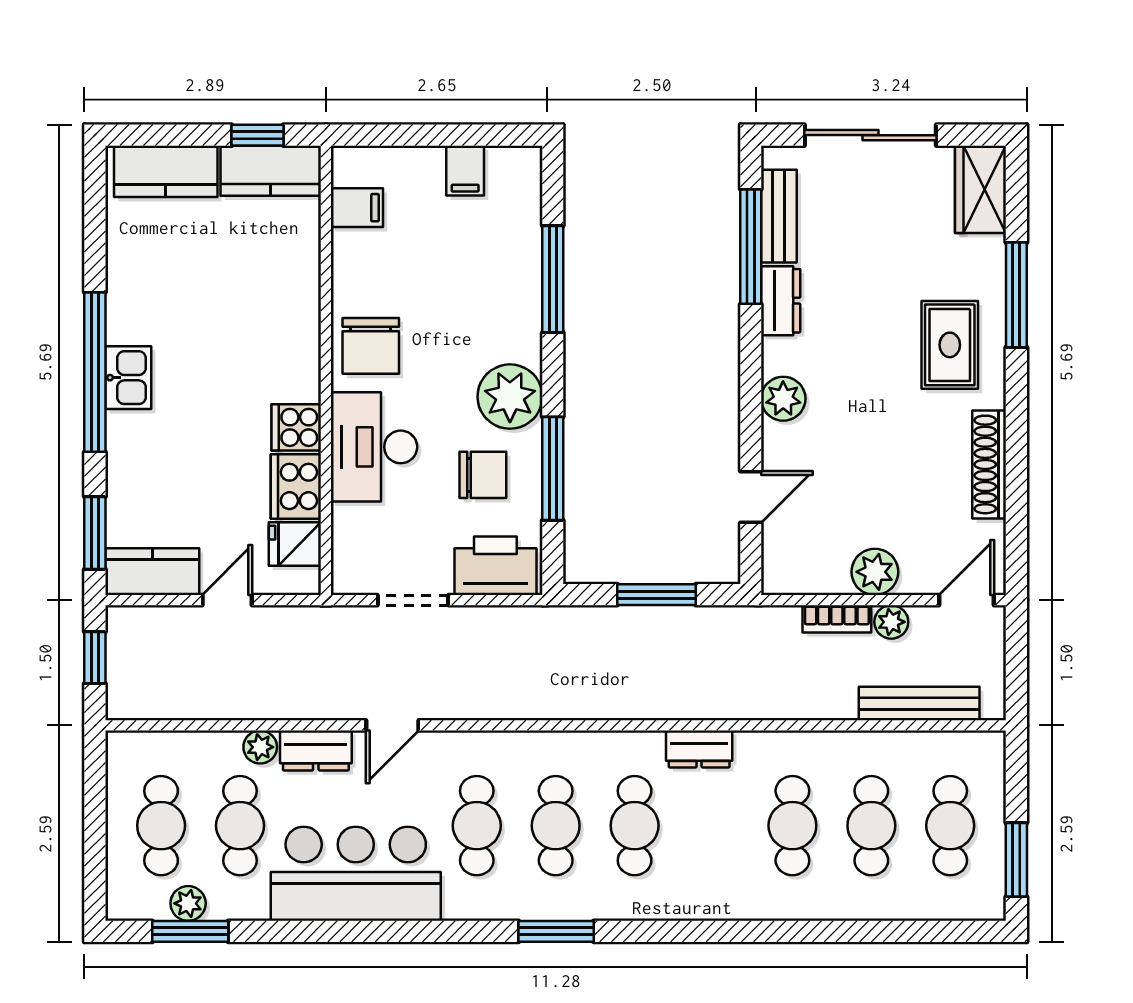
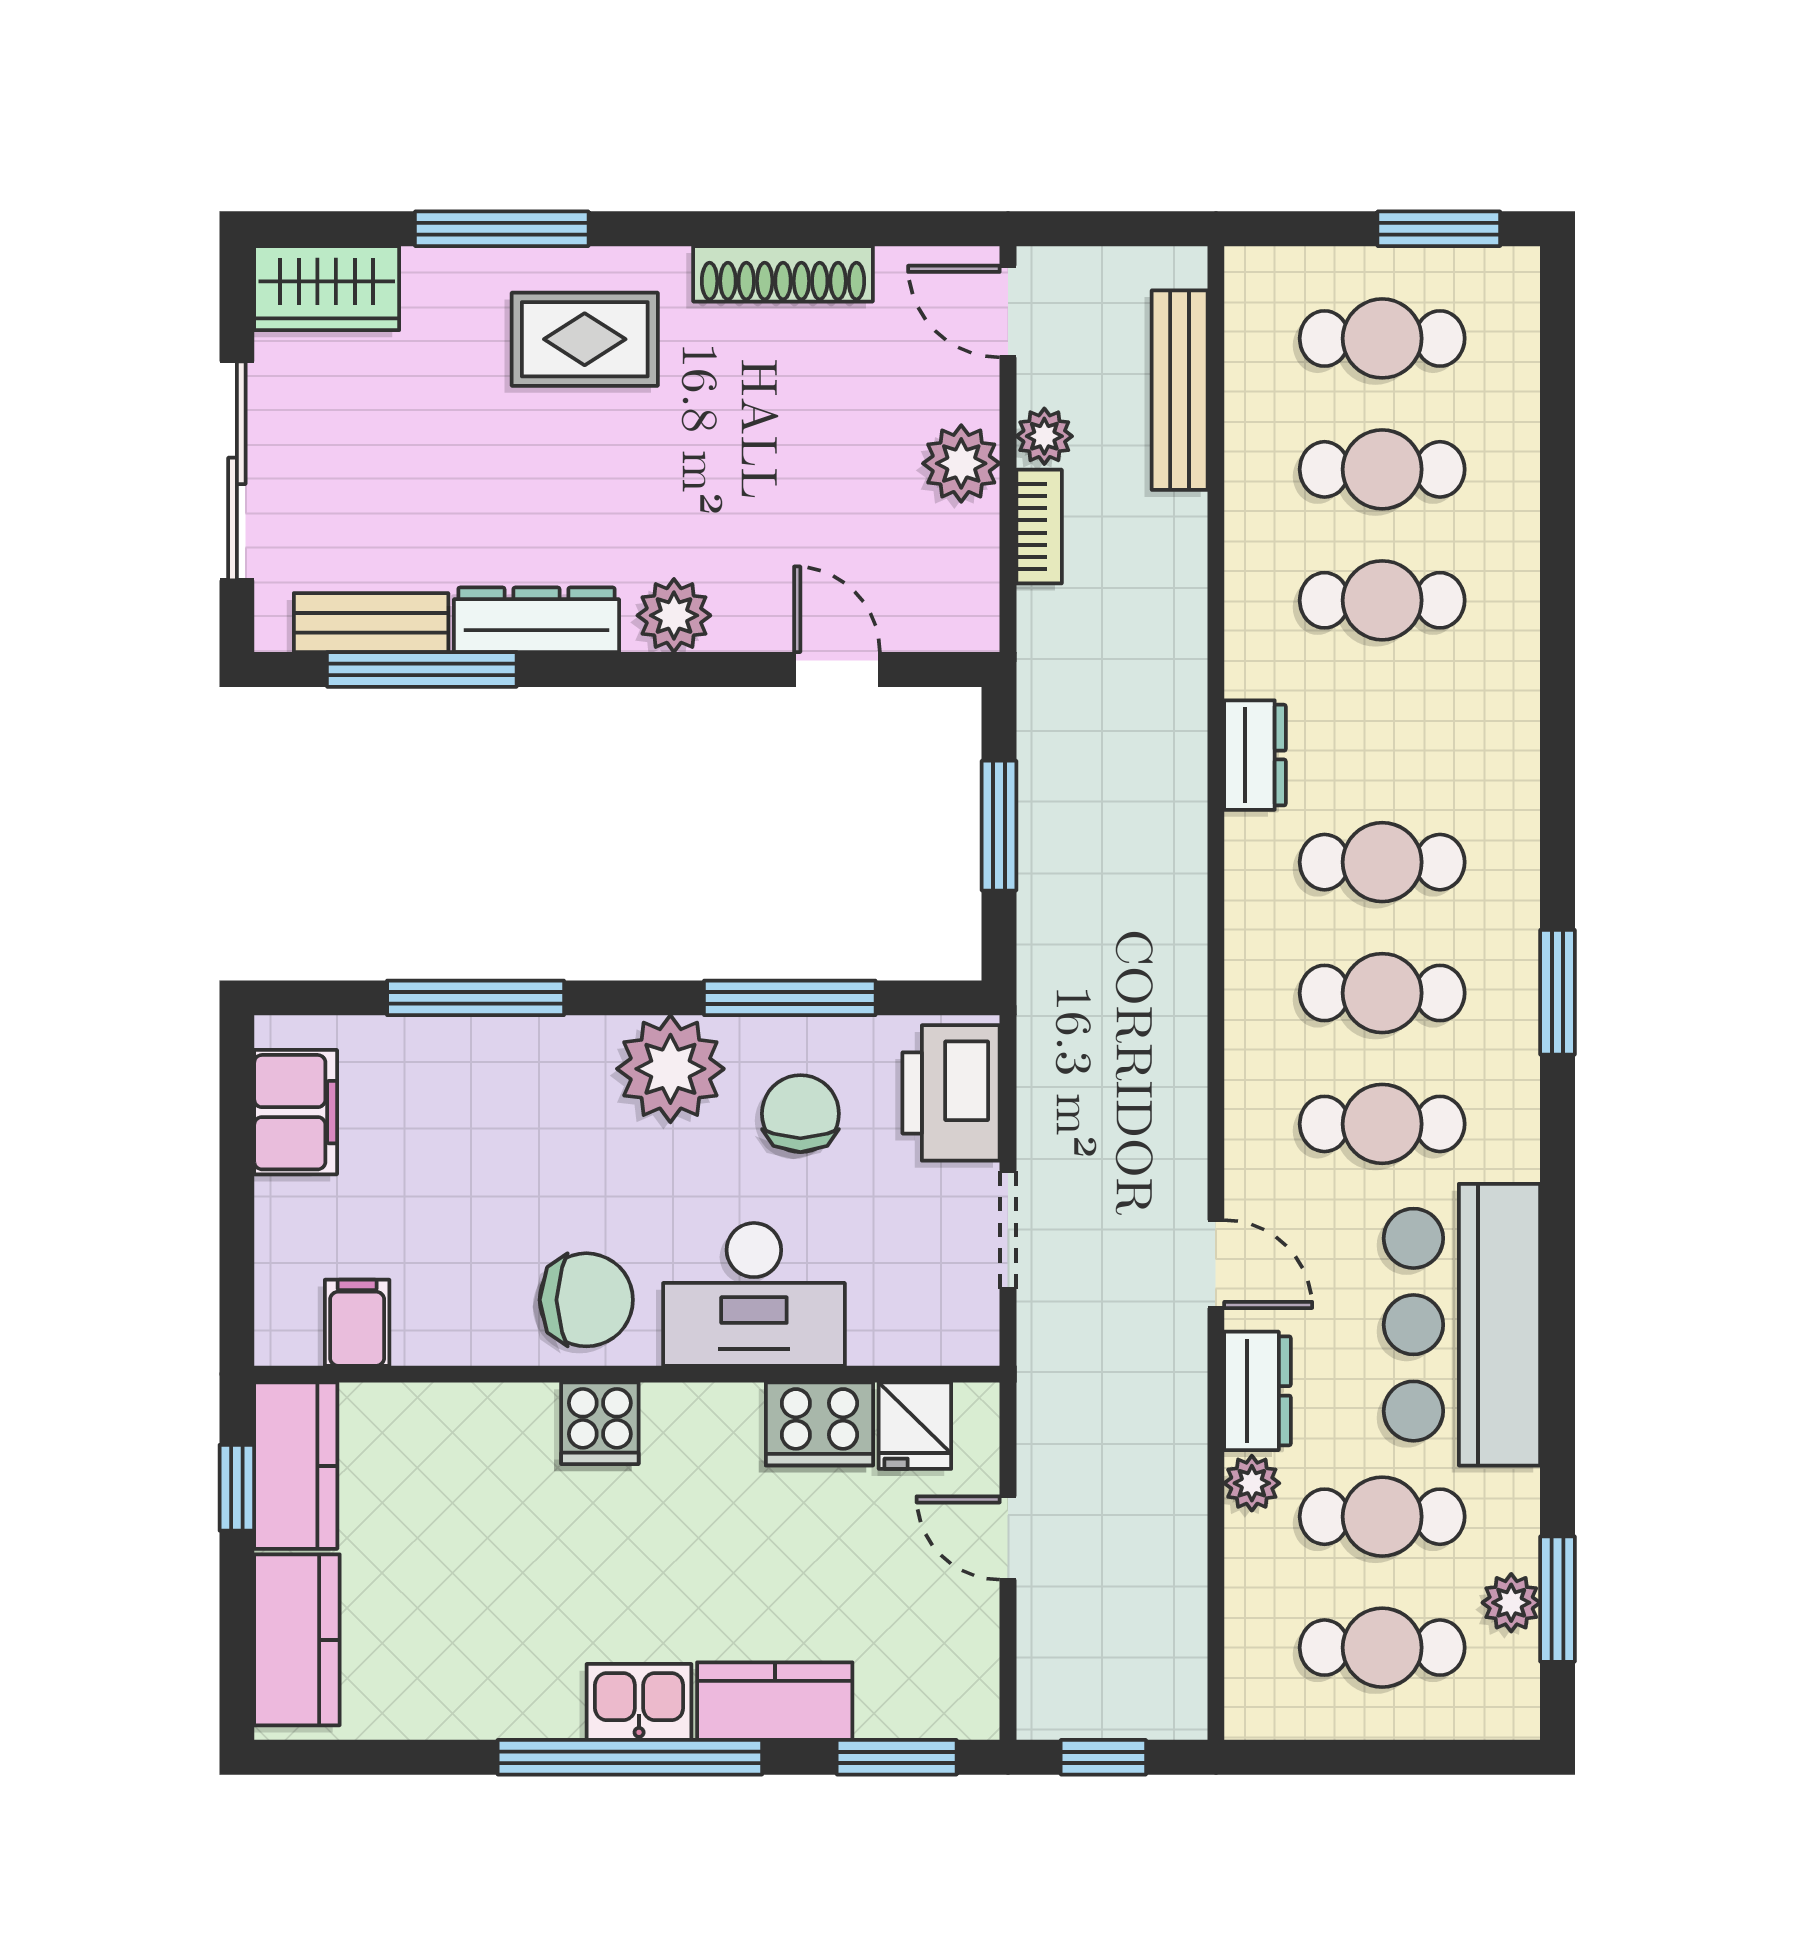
filing cabinet: (465, 171) -> (296, 1112), width x2.00
dresser: (781, 301) -> (536, 620), width x1.44
cooker: (296, 427) -> (600, 1423), moved
kitchen counter: (152, 572) -> (775, 1701), moved, turned 90

